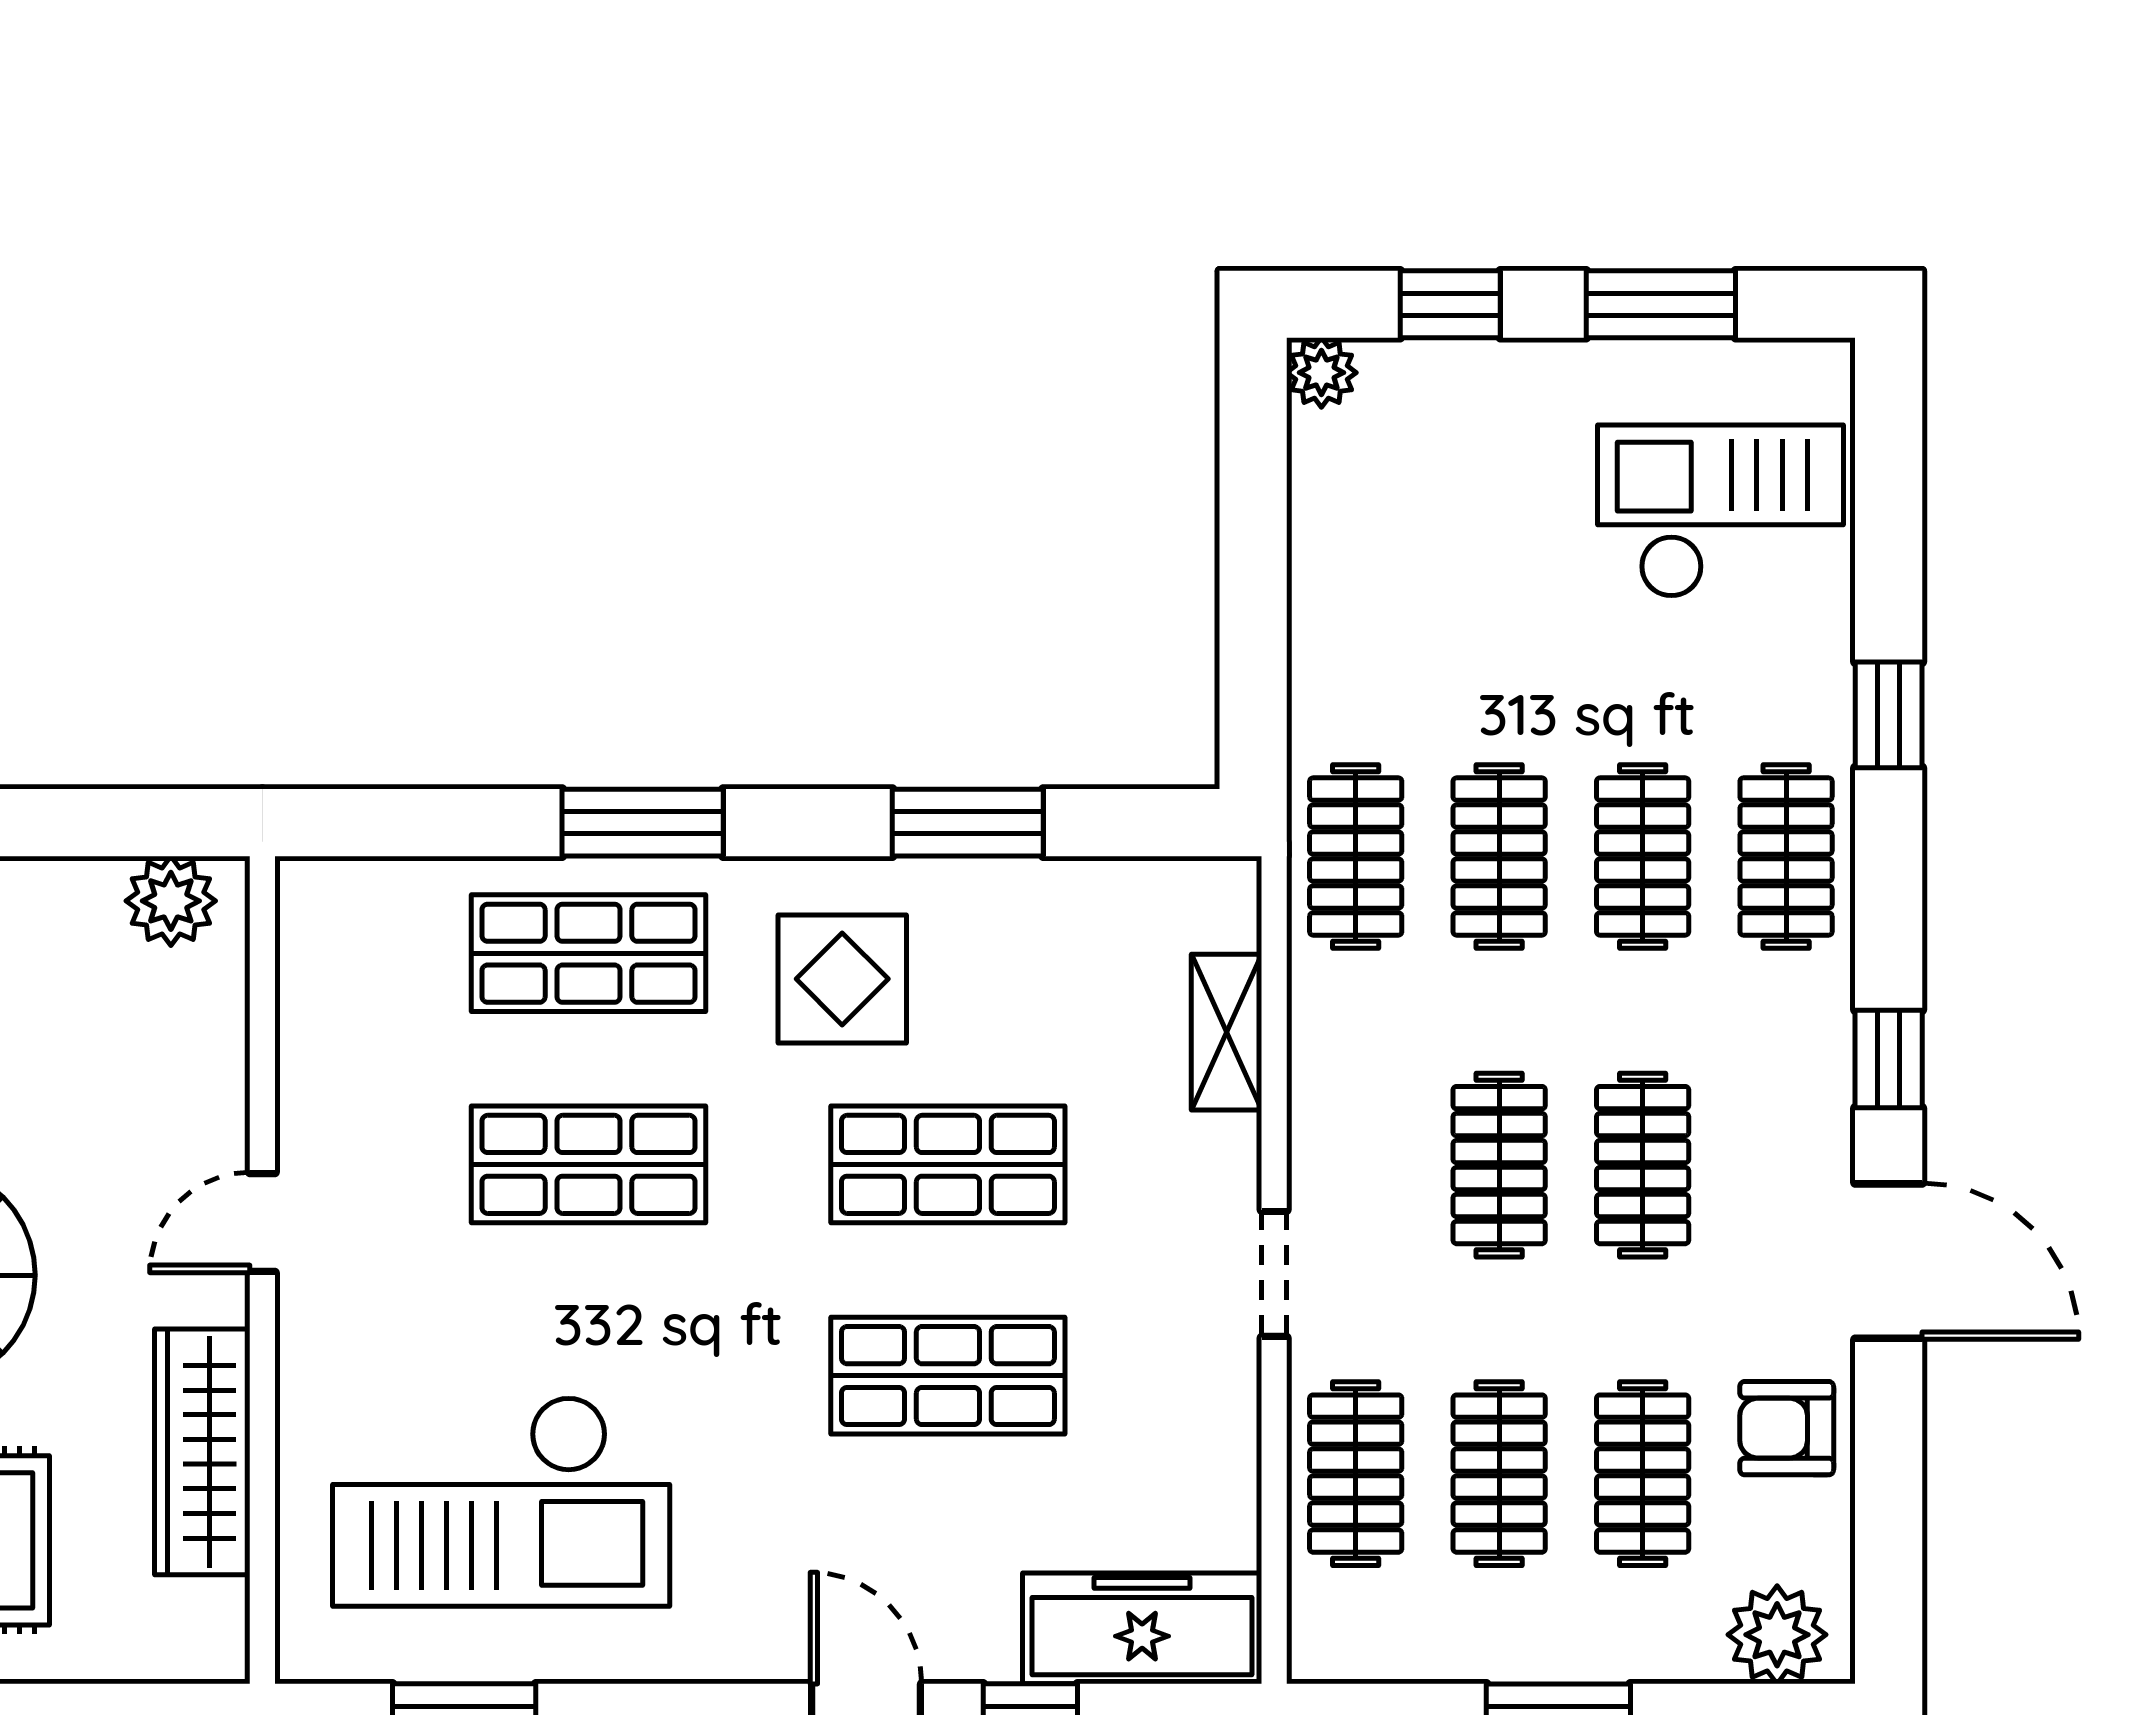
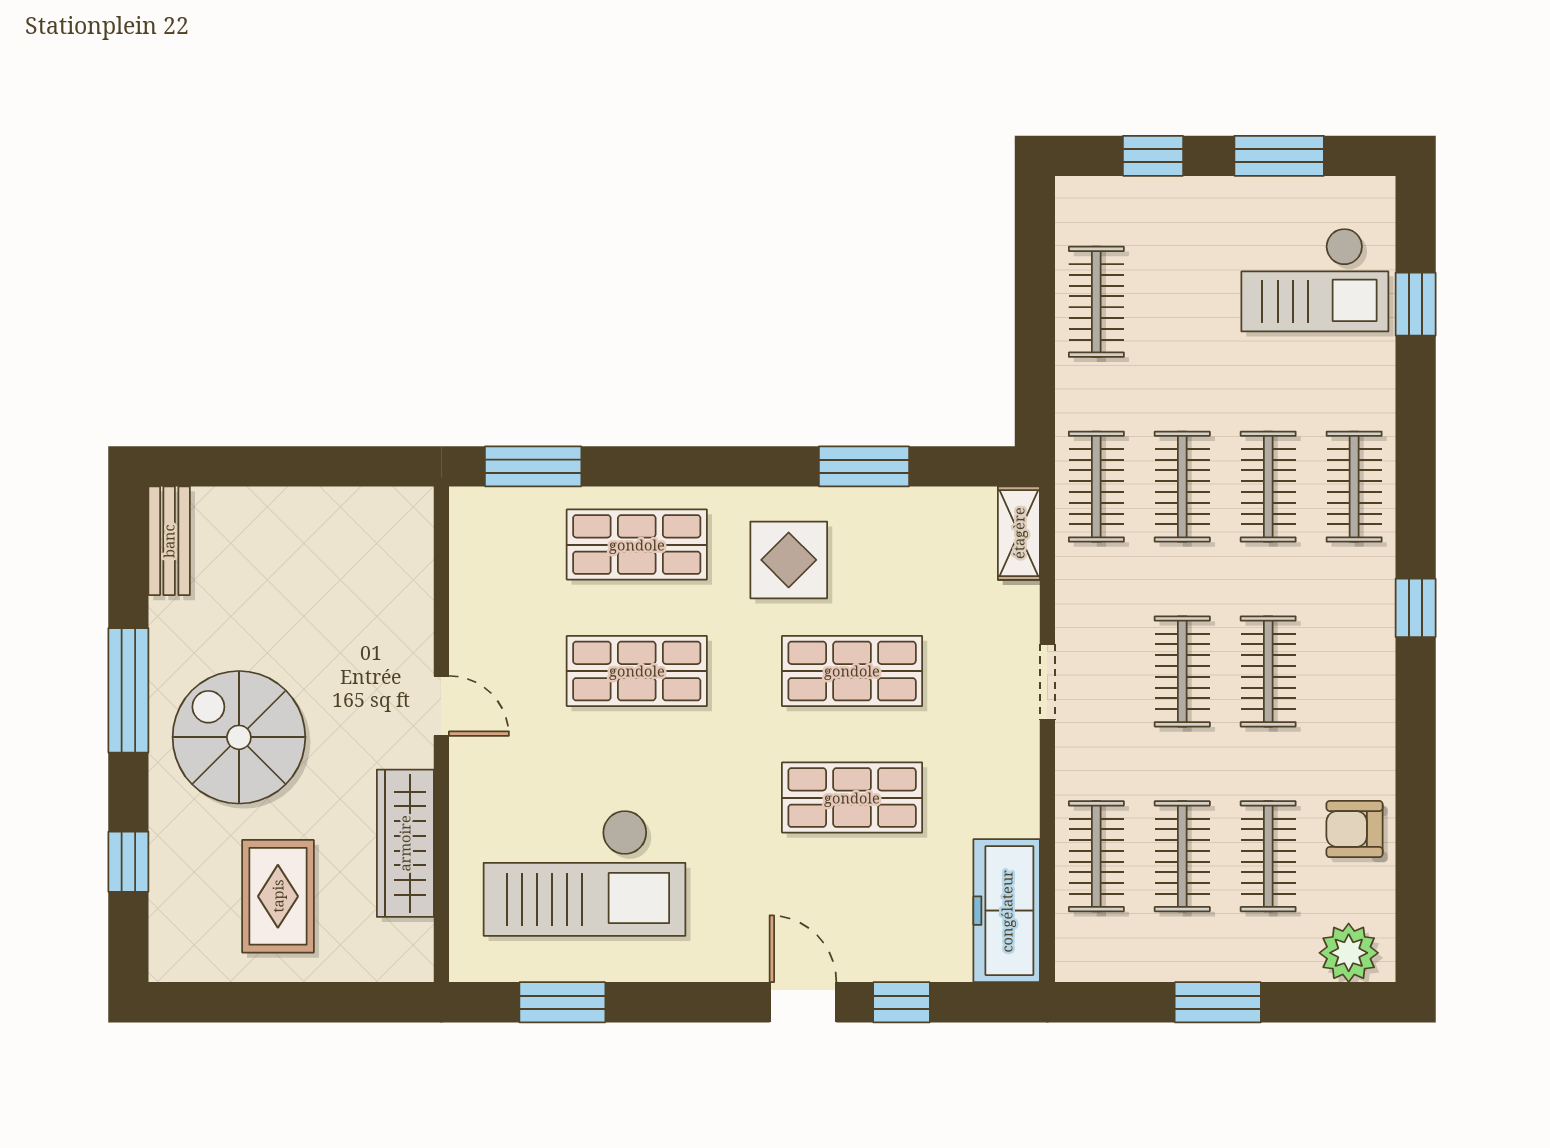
plant: (1321, 373) -> (1076, 197), removed
checkout: (1721, 511) -> (1315, 280), turned 180
clothes rail: (1356, 548) -> (1096, 302), added
window: (1889, 715) -> (1416, 304), moved
window: (643, 823) -> (533, 466), moved
plant: (171, 901) -> (387, 513), removed
shelving: (1226, 1032) -> (1019, 533), moved
door: (262, 1222) -> (441, 706), swing flipped
door: (1889, 1261) -> (1416, 729), removed
doorway: (1274, 1274) -> (1047, 682), moved
freezer: (1142, 1628) -> (1007, 911), moved, turned -90

